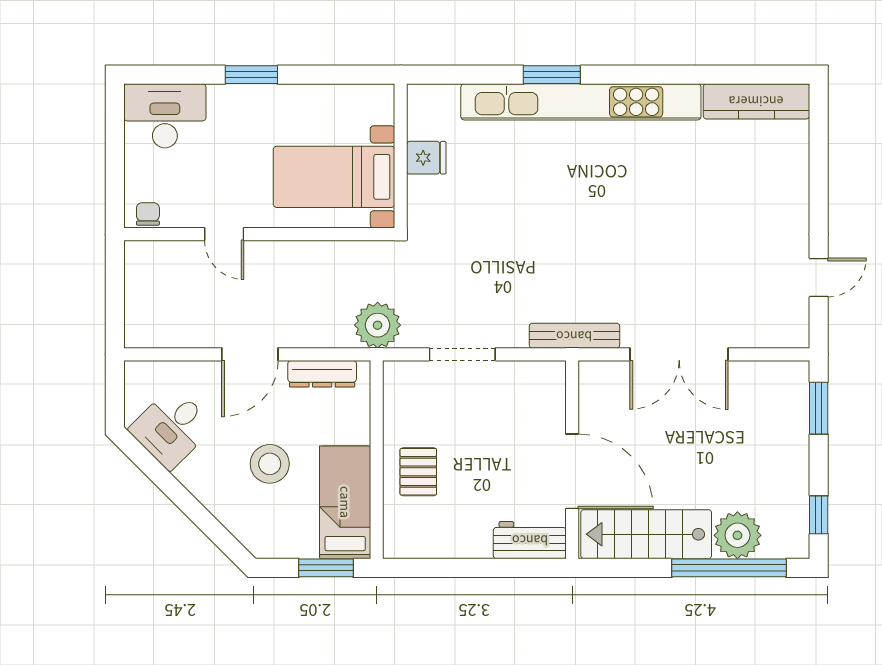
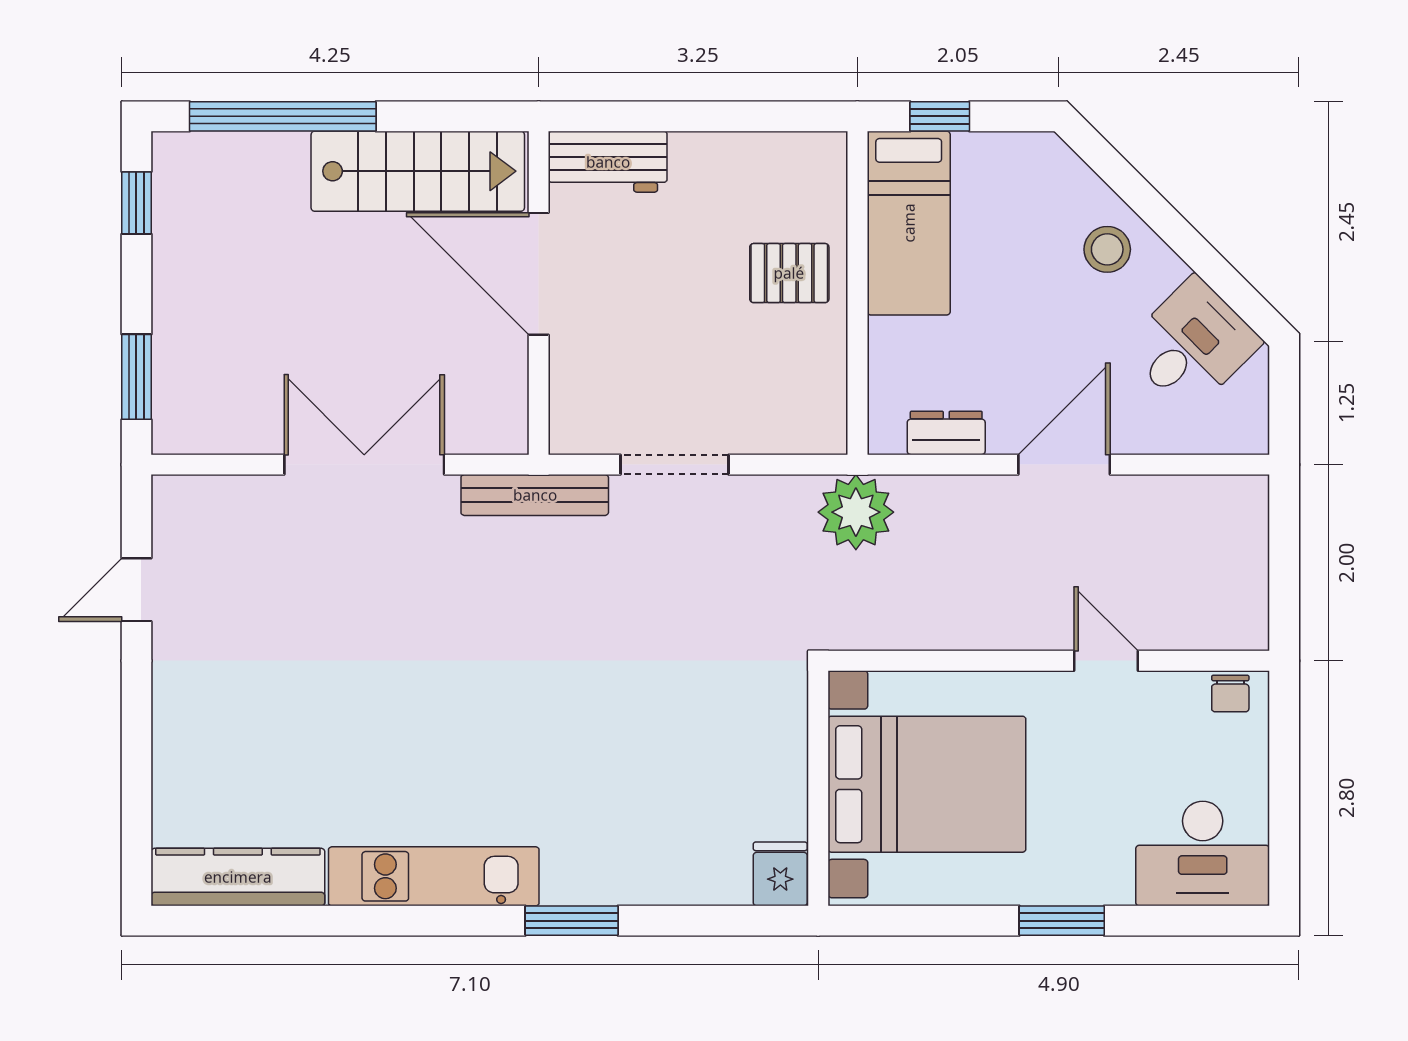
kitchen unit: (581, 102) -> (434, 876), width x0.54
fridge: (426, 158) -> (780, 874), moved, turned 90
bed with nightstands: (334, 177) -> (927, 784), width x1.36
doorway: (462, 354) -> (675, 465), moved
dresser: (322, 374) -> (946, 433), width x0.70
stool: (270, 464) -> (1107, 249), moved, width x0.73, depth x0.73
pallet: (418, 472) -> (789, 273), turned 90
plant: (737, 535) -> (269, 170), removed
window: (326, 568) -> (940, 116), width x0.67

